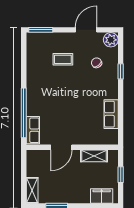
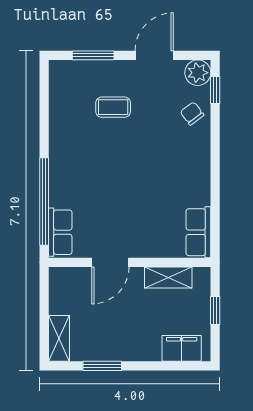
window: (41, 30) -> (93, 55), moved
chair: (97, 63) -> (192, 113), moved
window: (121, 71) -> (215, 90), moved
row of seats: (111, 114) -> (198, 232), moved

